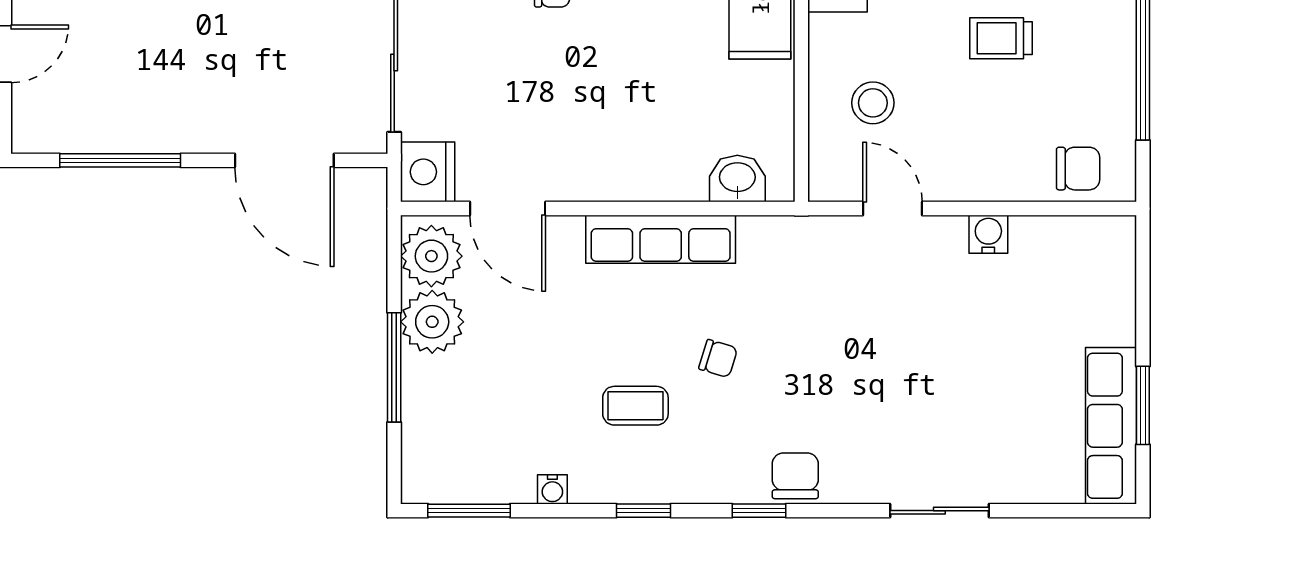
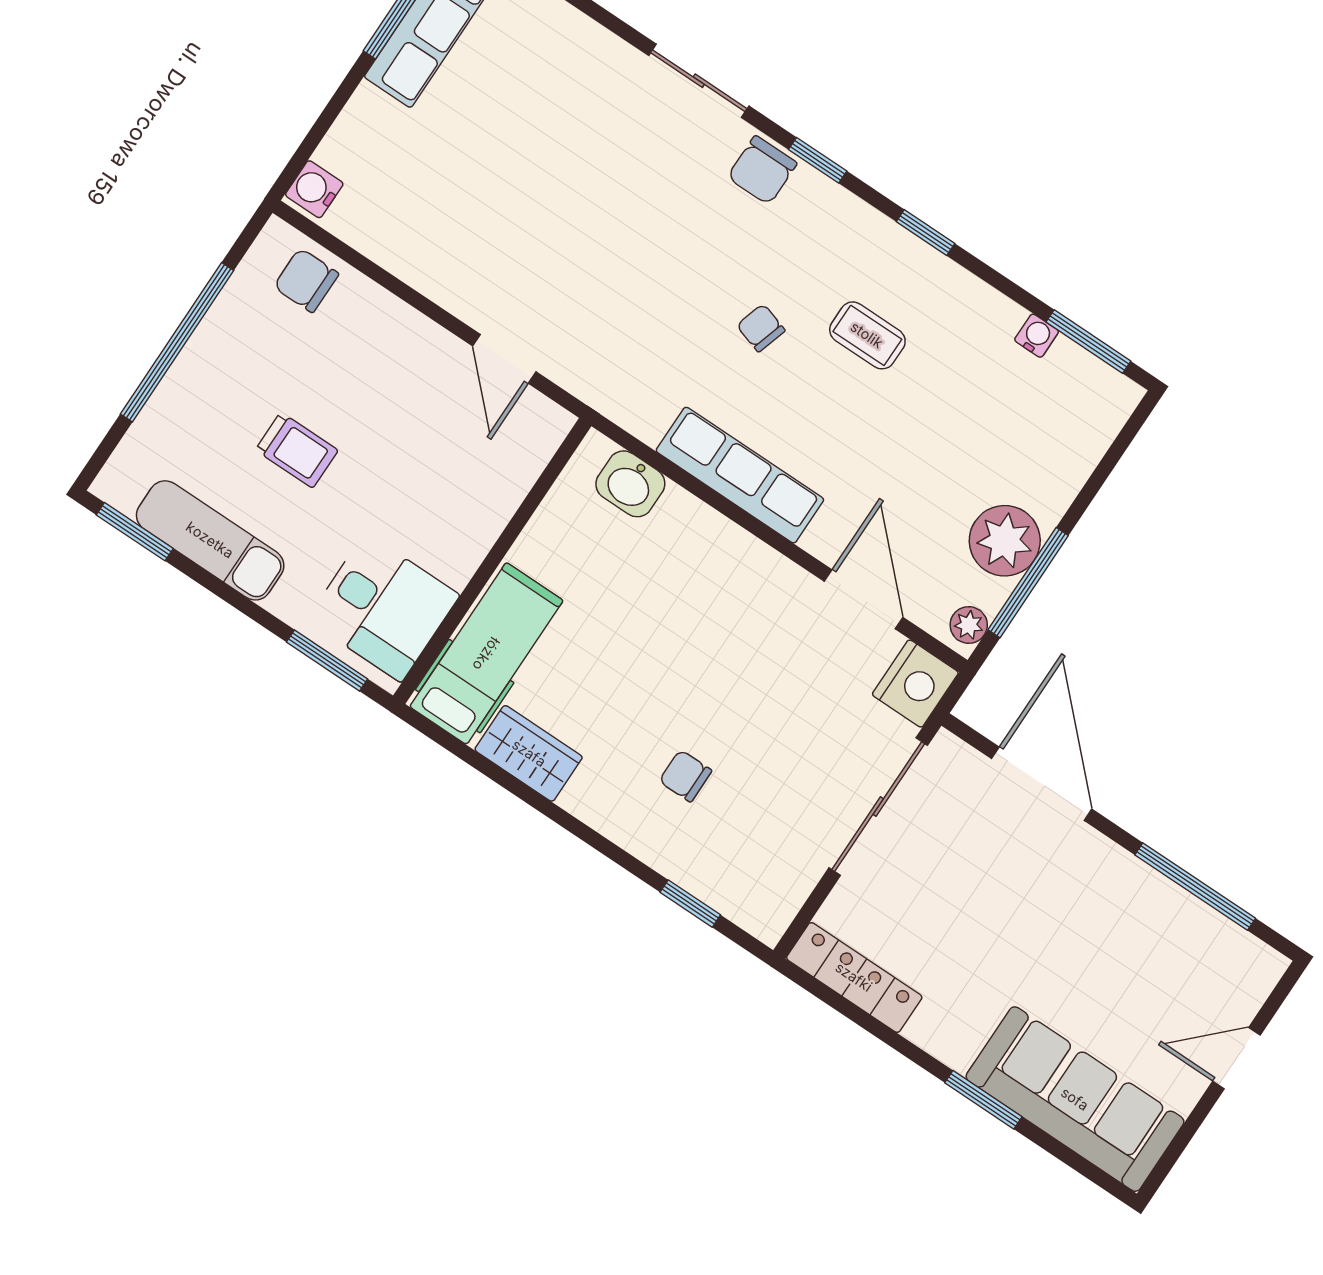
stool: (873, 103) -> (457, 470), removed
water cooler: (988, 234) -> (314, 189), moved, turned 90
plant: (431, 256) -> (969, 625), width x0.53, depth x0.53
window: (394, 367) -> (1028, 583), moved
water cooler: (552, 489) -> (1037, 336), moved
sliding door: (939, 511) -> (699, 81), moved

